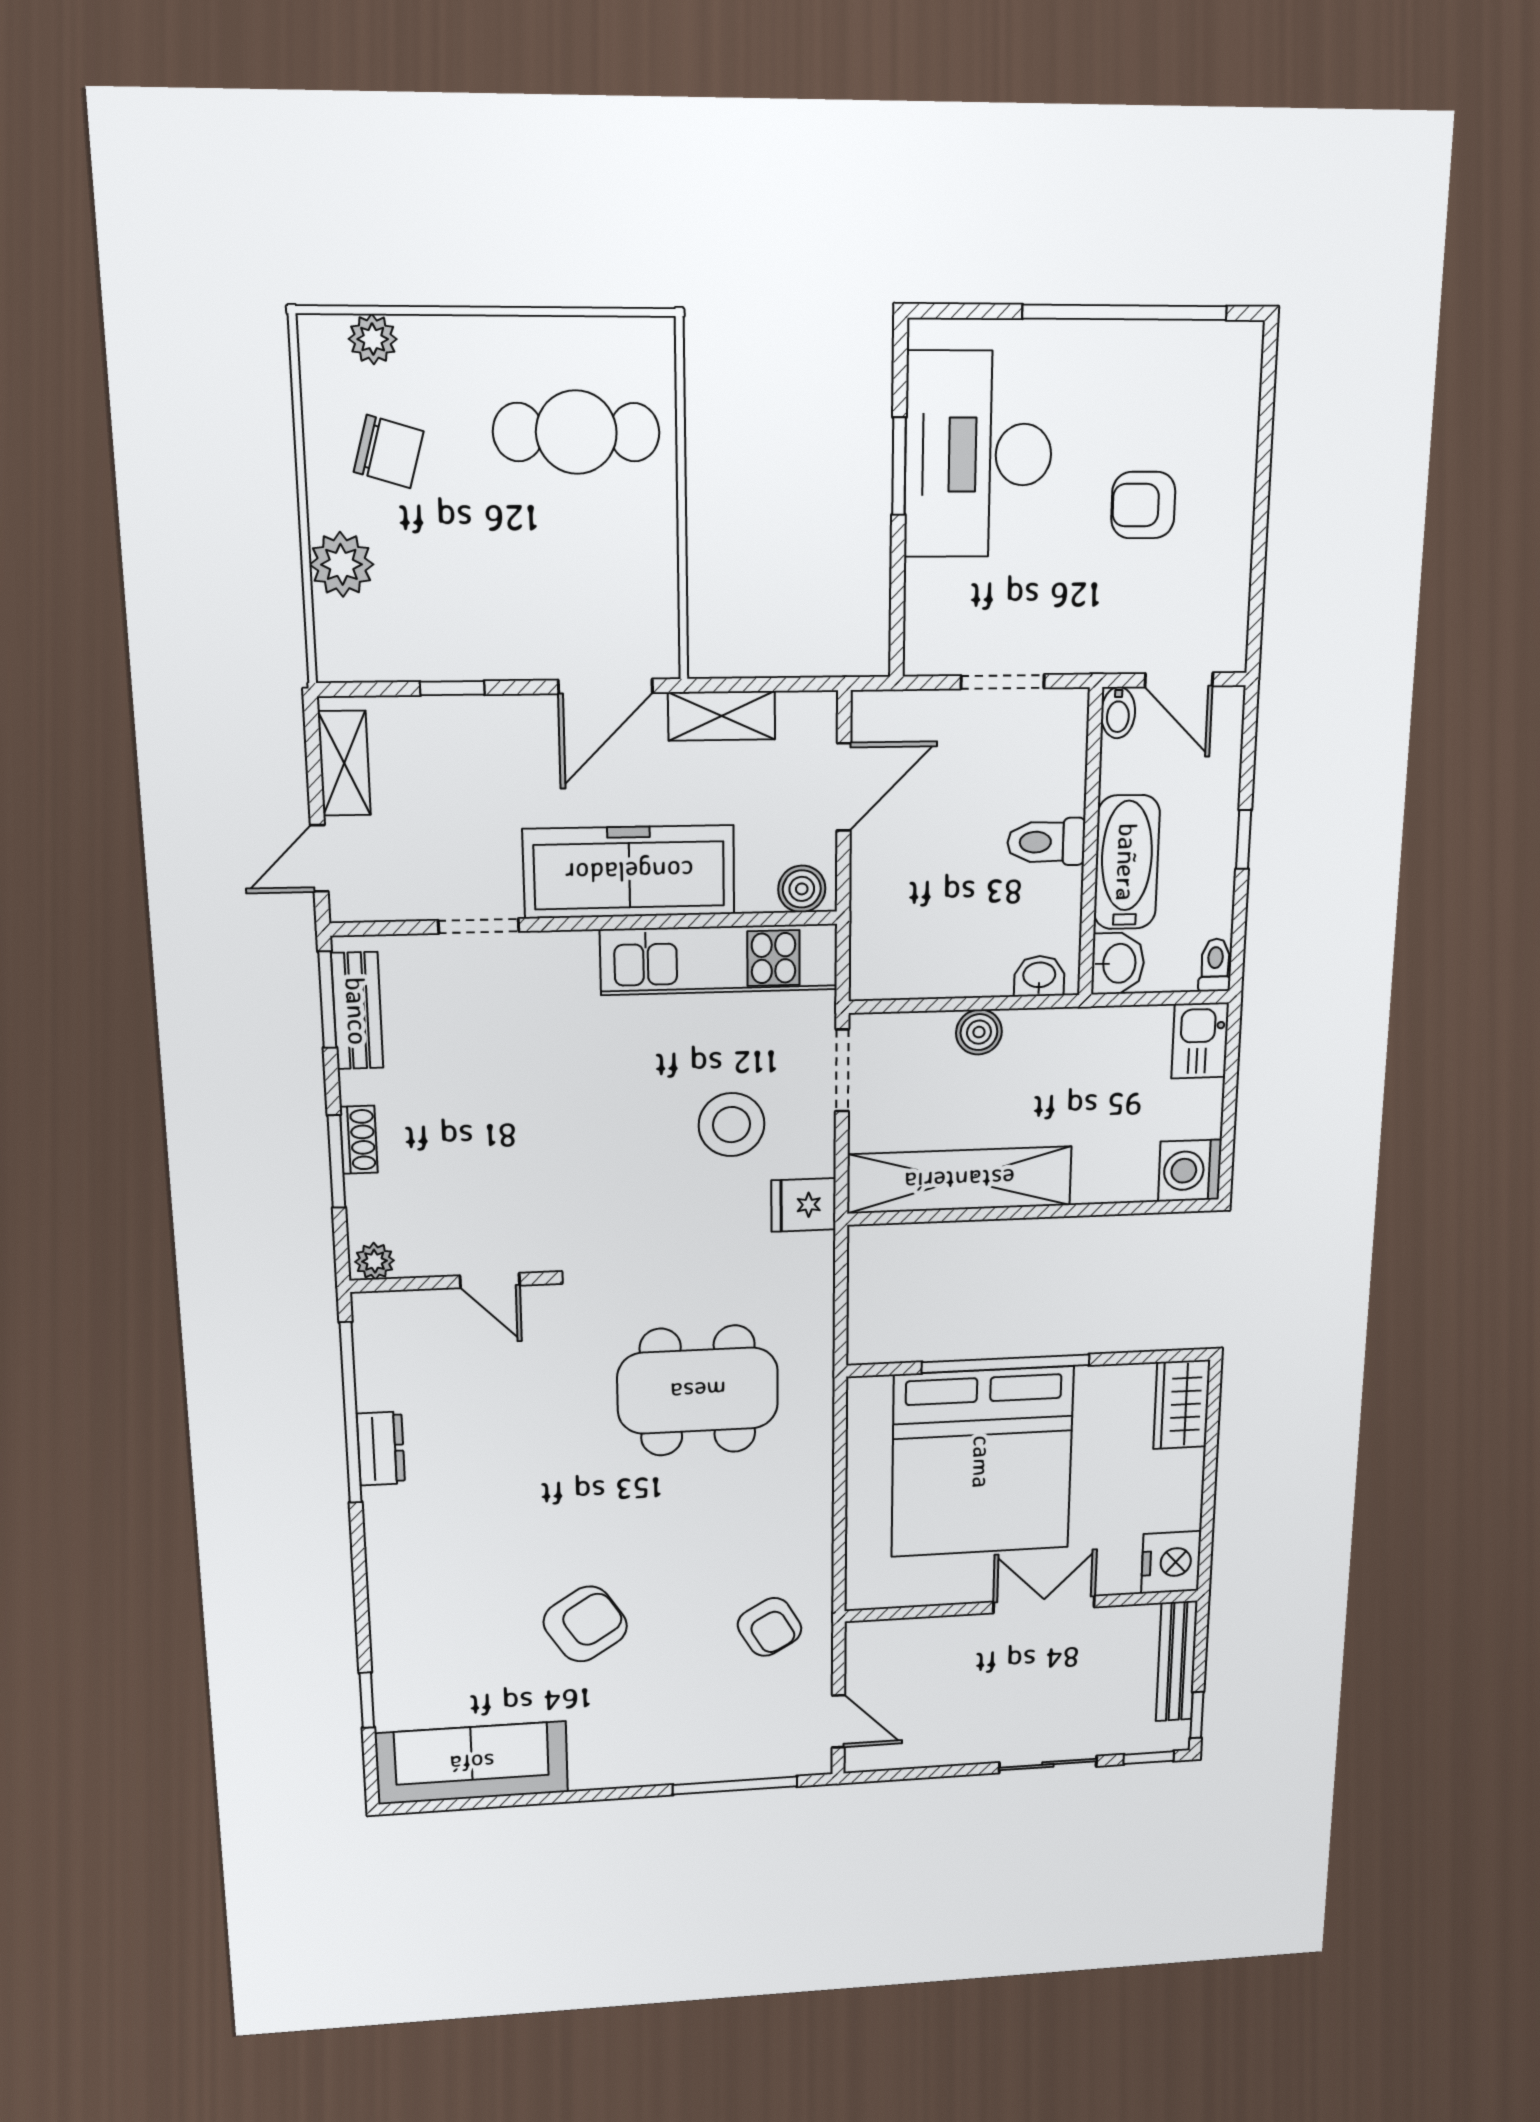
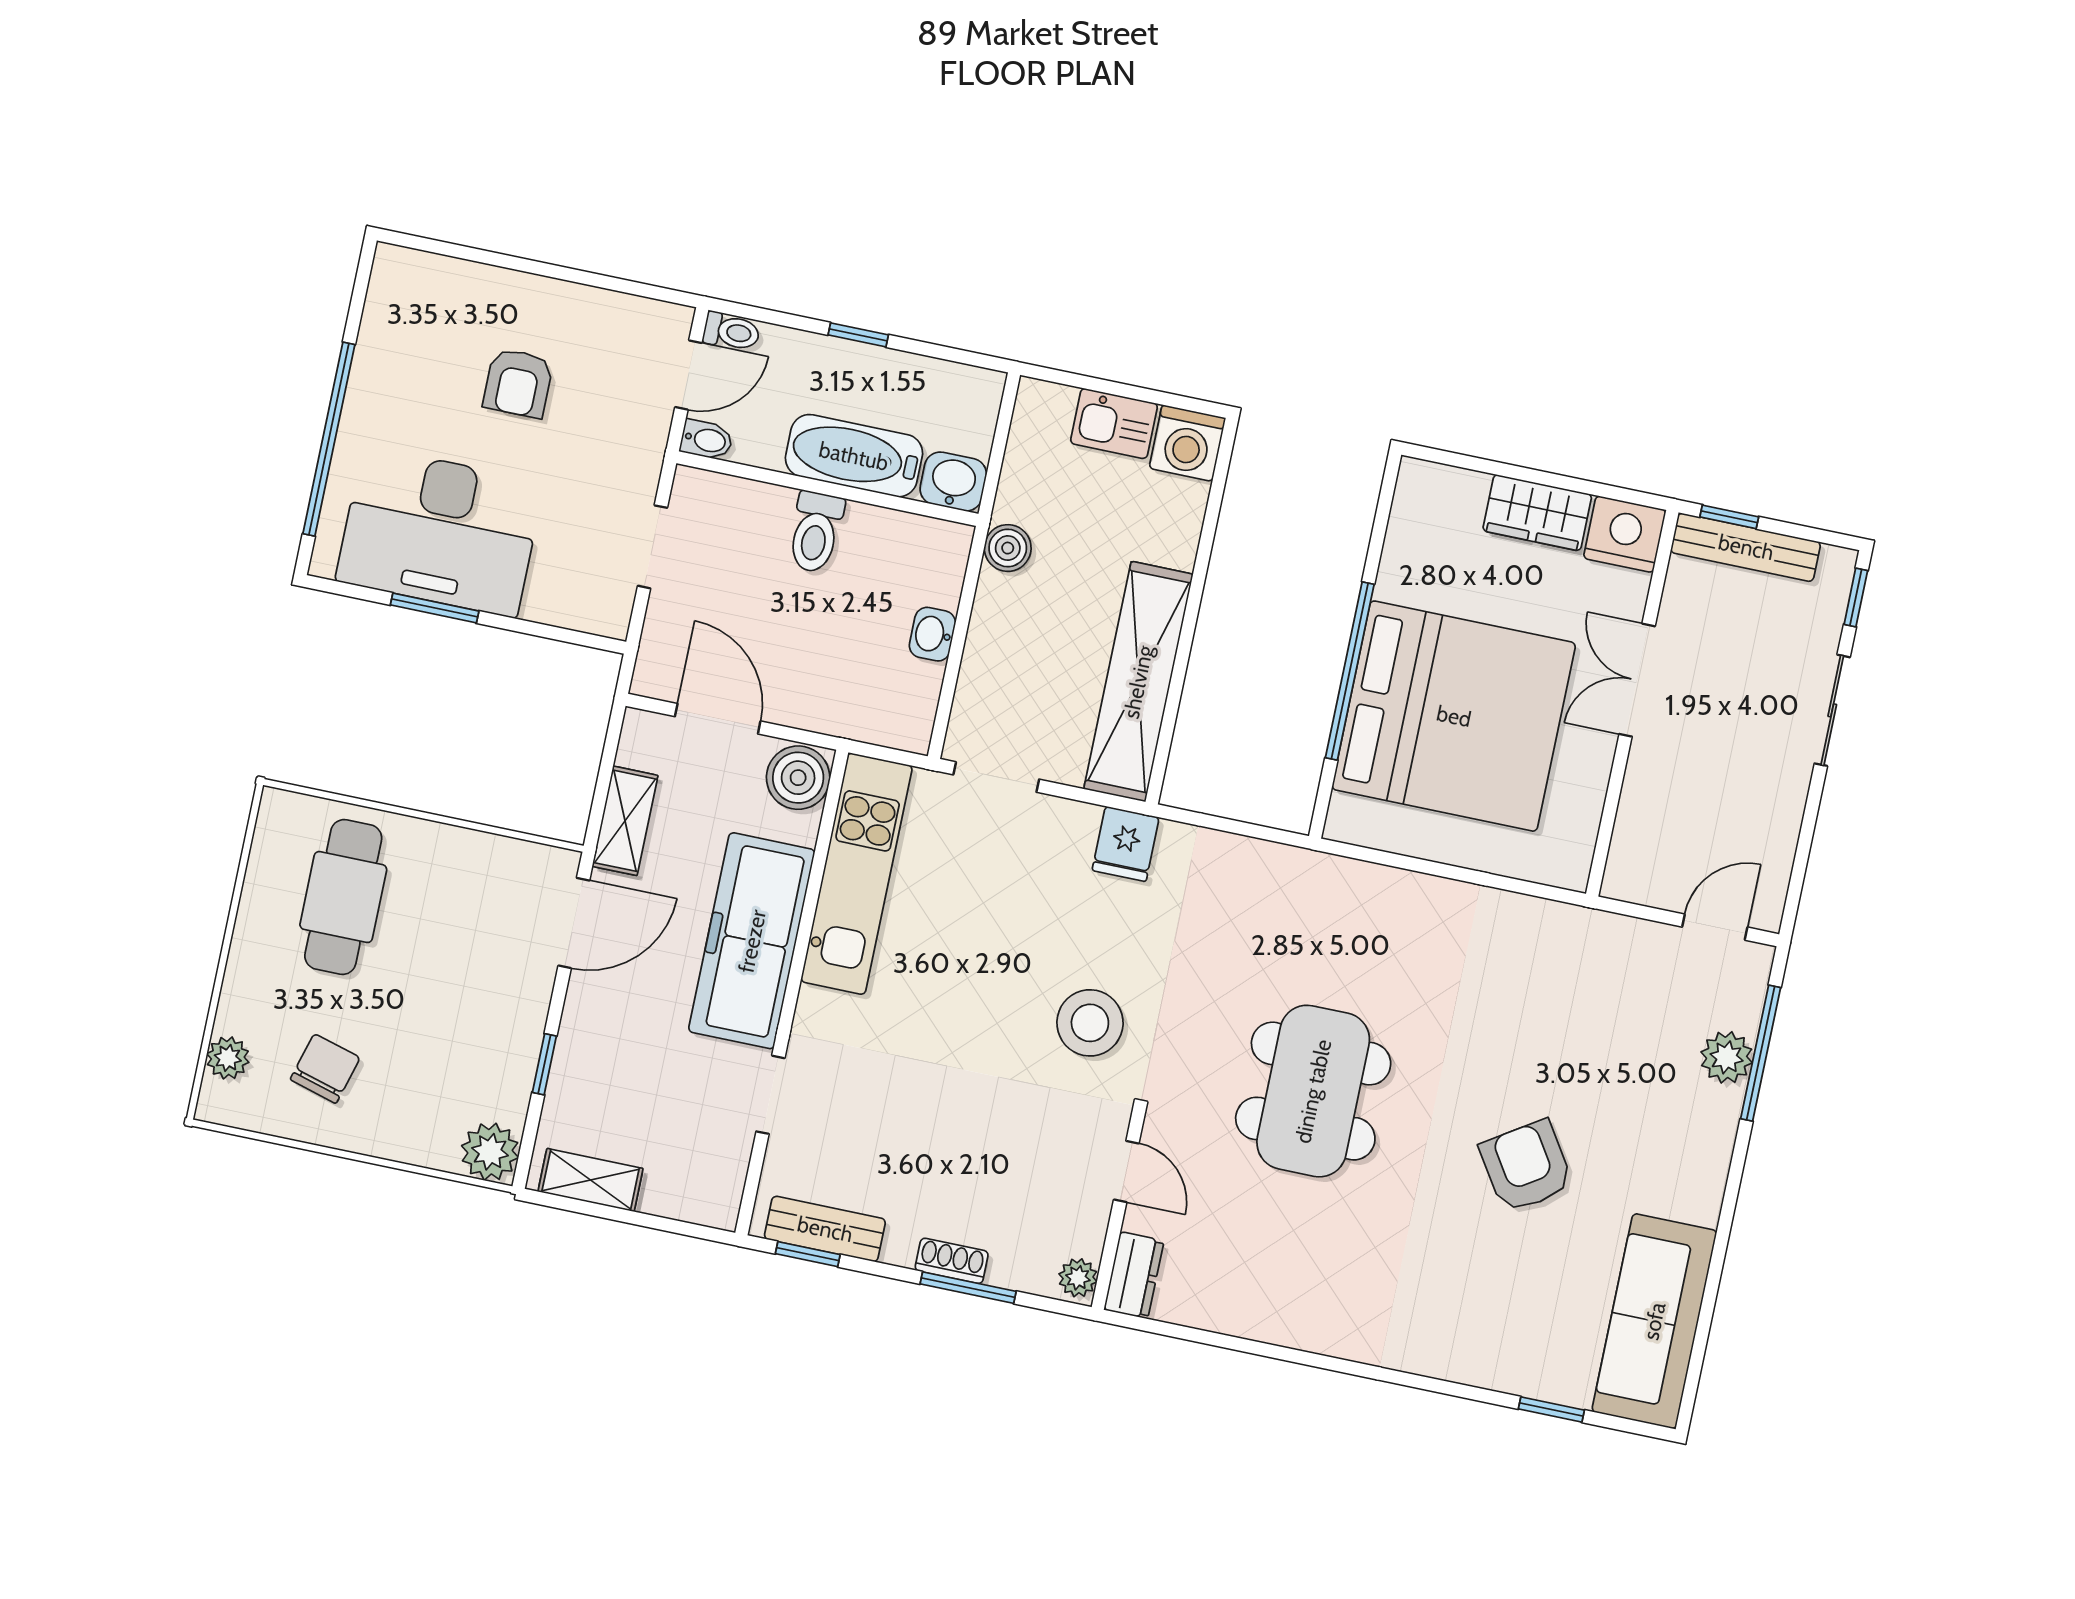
window: (1125, 312) -> (329, 439), moved
plant: (342, 564) -> (490, 1152), moved
door: (605, 686) -> (574, 923), hinge flipped
door: (319, 858) -> (673, 1226), removed
boiler: (802, 889) -> (798, 778), width x1.36, depth x1.36
toilet: (1215, 965) -> (731, 332), moved, turned 180
washbasin: (1039, 976) -> (932, 634), moved
window: (327, 1000) -> (808, 1254), width x0.67
boiler: (979, 1032) -> (1008, 548), moved
kitchen sink: (1200, 1041) -> (1114, 424), moved
stool: (732, 1125) -> (1090, 1023), moved
door: (490, 1281) -> (1126, 1171), hinge flipped
dining table: (698, 1391) -> (1313, 1091), moved
wardrobe: (1182, 1405) -> (1537, 513), moved
window: (351, 1413) -> (1231, 1342), removed
dresser: (381, 1449) -> (1134, 1275), moved, turned 90
armchair: (770, 1627) -> (1583, 977), removed
window: (1197, 1715) -> (1729, 517), moved
plant: (725, 1760) -> (1727, 1057), added

